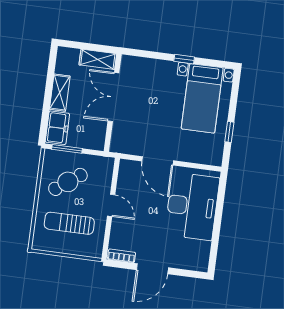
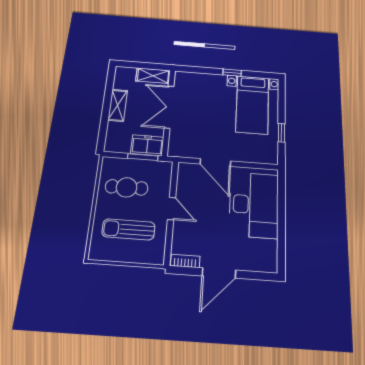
freezer: (57, 128) -> (147, 145), moved, turned -90
window: (67, 149) -> (143, 157), moved
cafe table: (68, 182) -> (127, 187), turned 36

